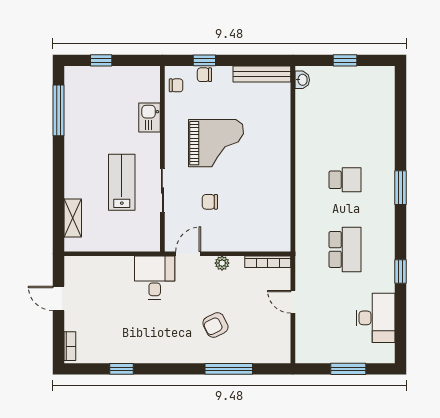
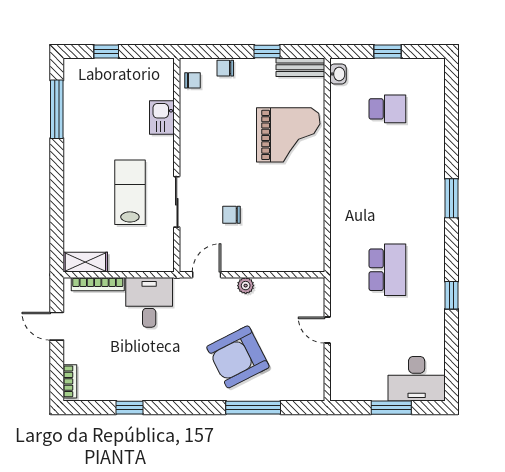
window: (204, 60) -> (267, 52), moved
bench: (262, 74) -> (300, 67), width x0.73
grand piano: (216, 143) -> (288, 135), moved
school desk: (345, 180) -> (387, 109), moved
shelving: (73, 218) -> (85, 262), moved, turned 90
bookcase: (268, 262) -> (98, 284), moved
desk: (155, 278) -> (149, 302), moved
desk: (375, 318) -> (417, 379), moved, turned 90
armchair: (215, 325) -> (238, 357), width x1.88, depth x1.88

